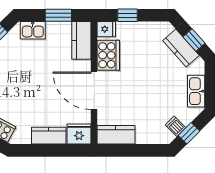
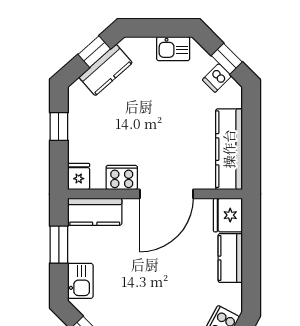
window: (127, 15) -> (59, 126), moved
cooker: (108, 55) -> (122, 177), width x0.73, depth x0.76
kitchen sink: (196, 91) -> (173, 49), width x0.73
kitchen counter: (116, 135) -> (229, 149), width x1.50

